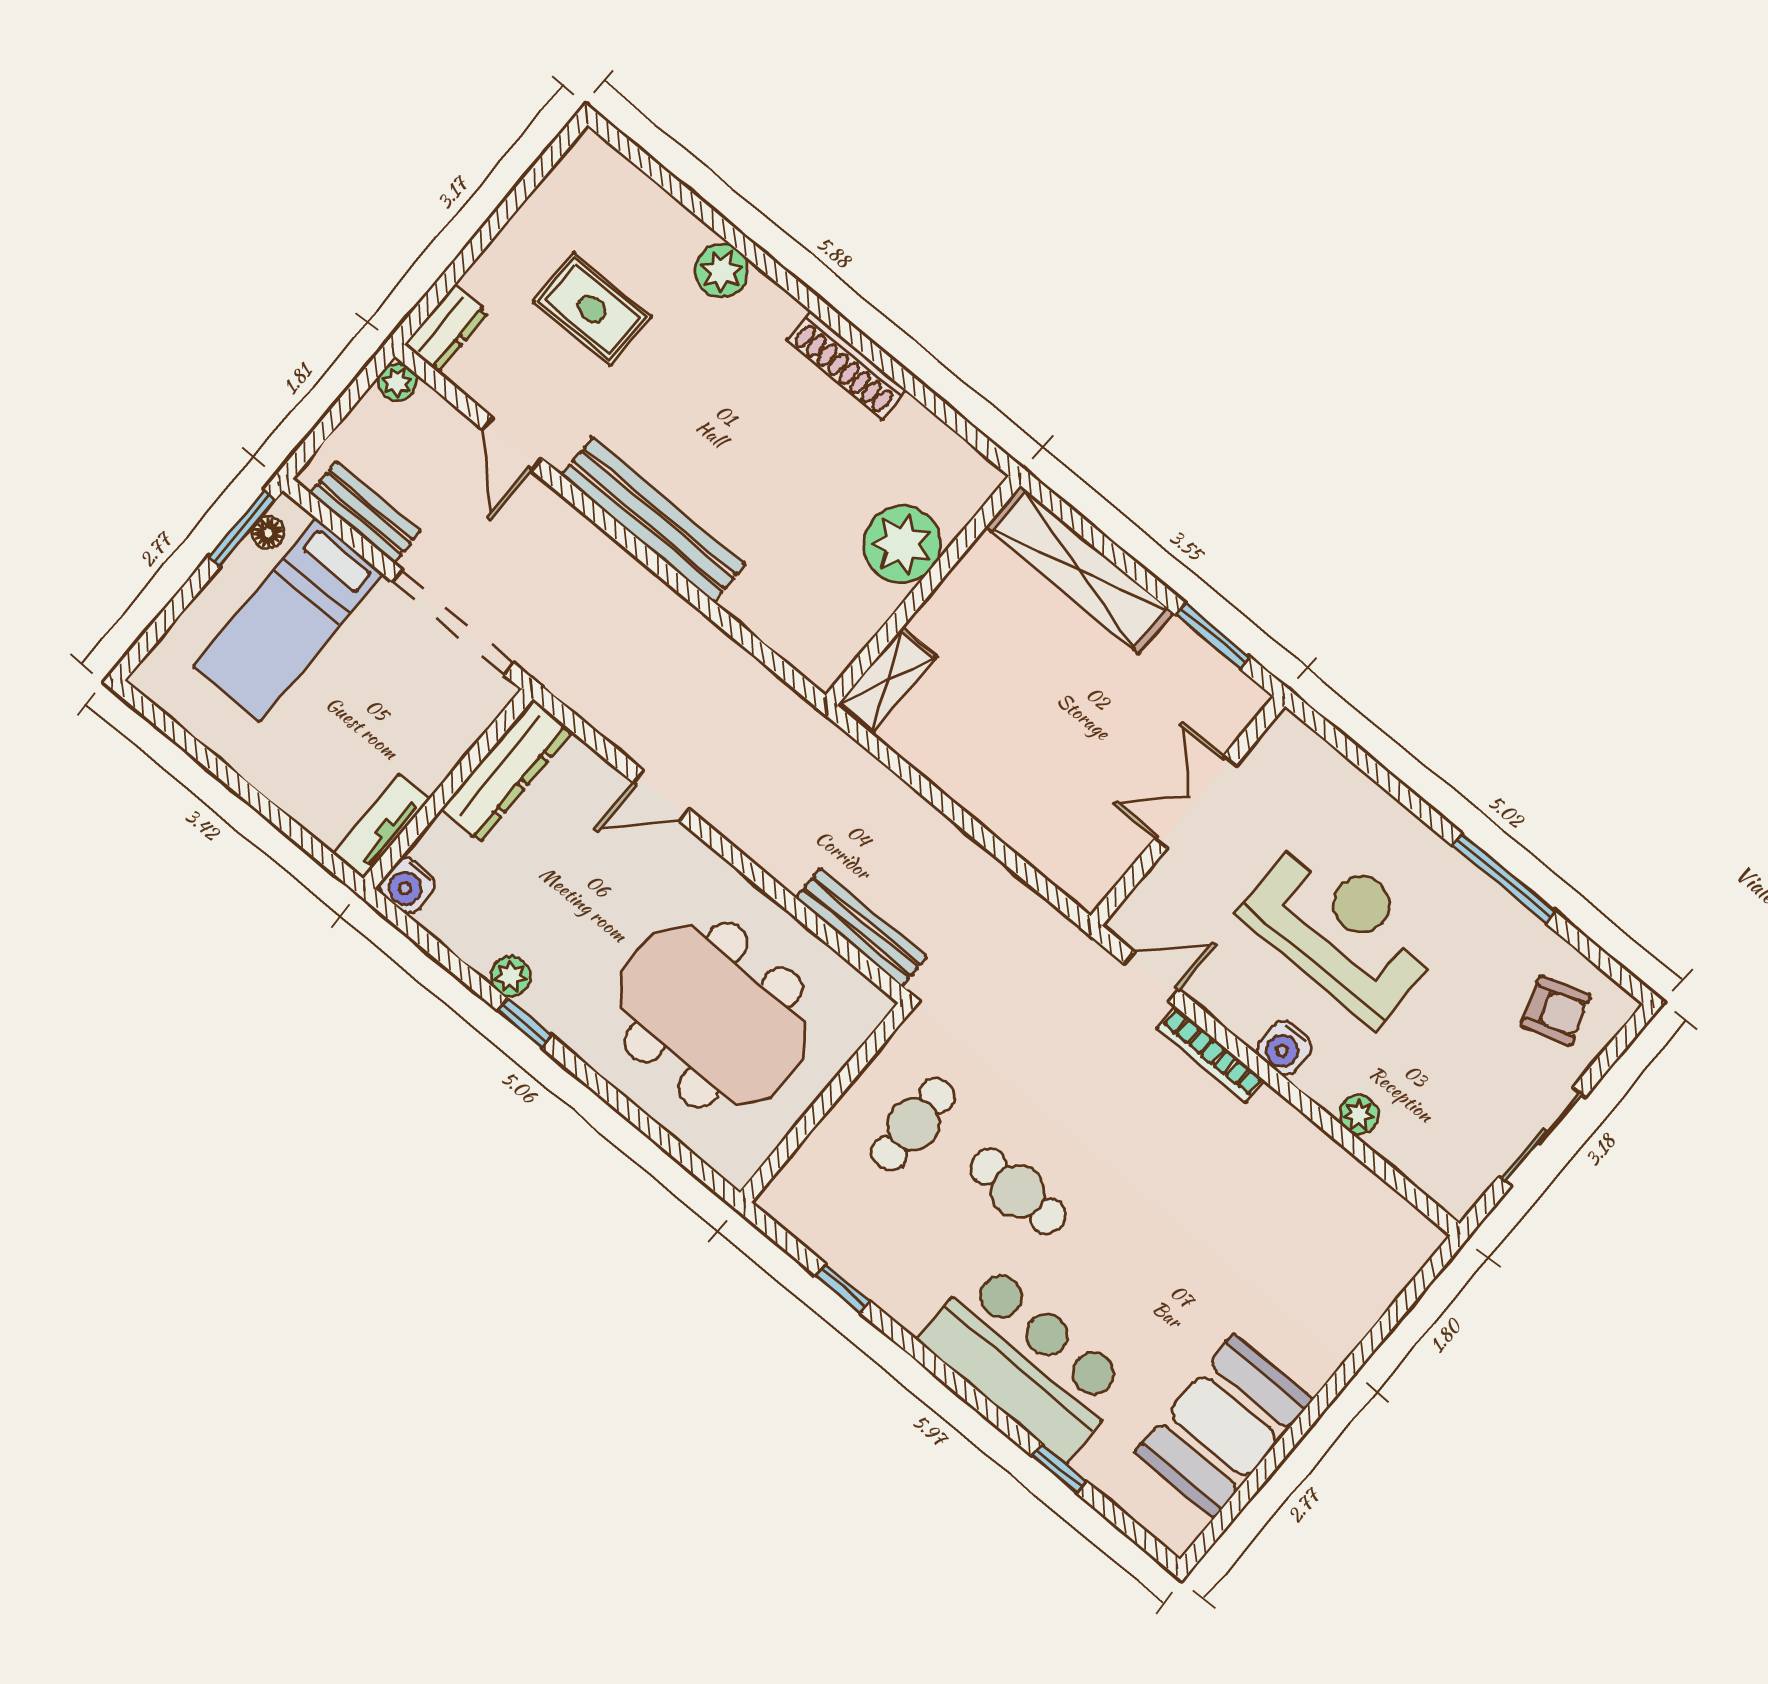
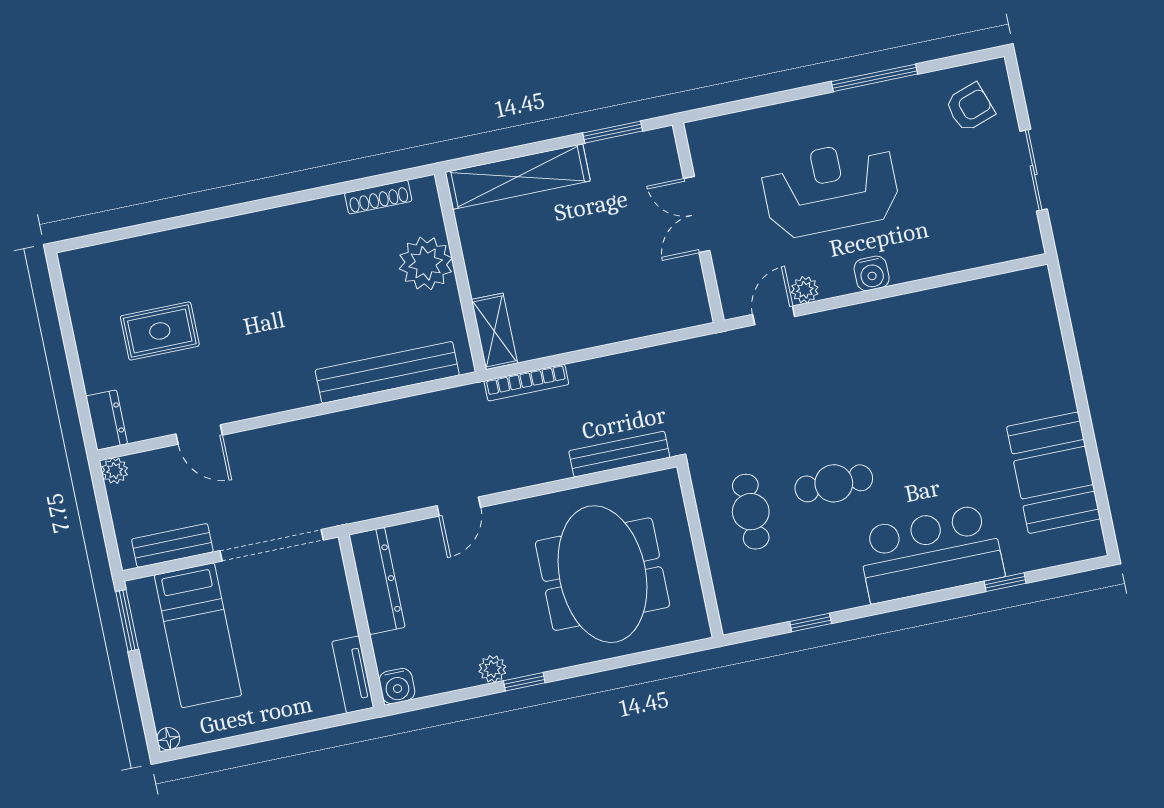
plant: (722, 271) -> (196, 243), removed
shoe rack: (847, 365) -> (378, 197), moved, width x0.74, depth x0.81
bench: (653, 520) -> (387, 372), moved
floor lamp: (268, 533) -> (168, 739), moved
meeting table: (713, 1015) -> (602, 574), turned 90
bookcase: (1210, 1055) -> (526, 383), moved
plant: (1359, 1115) -> (805, 290), moved

